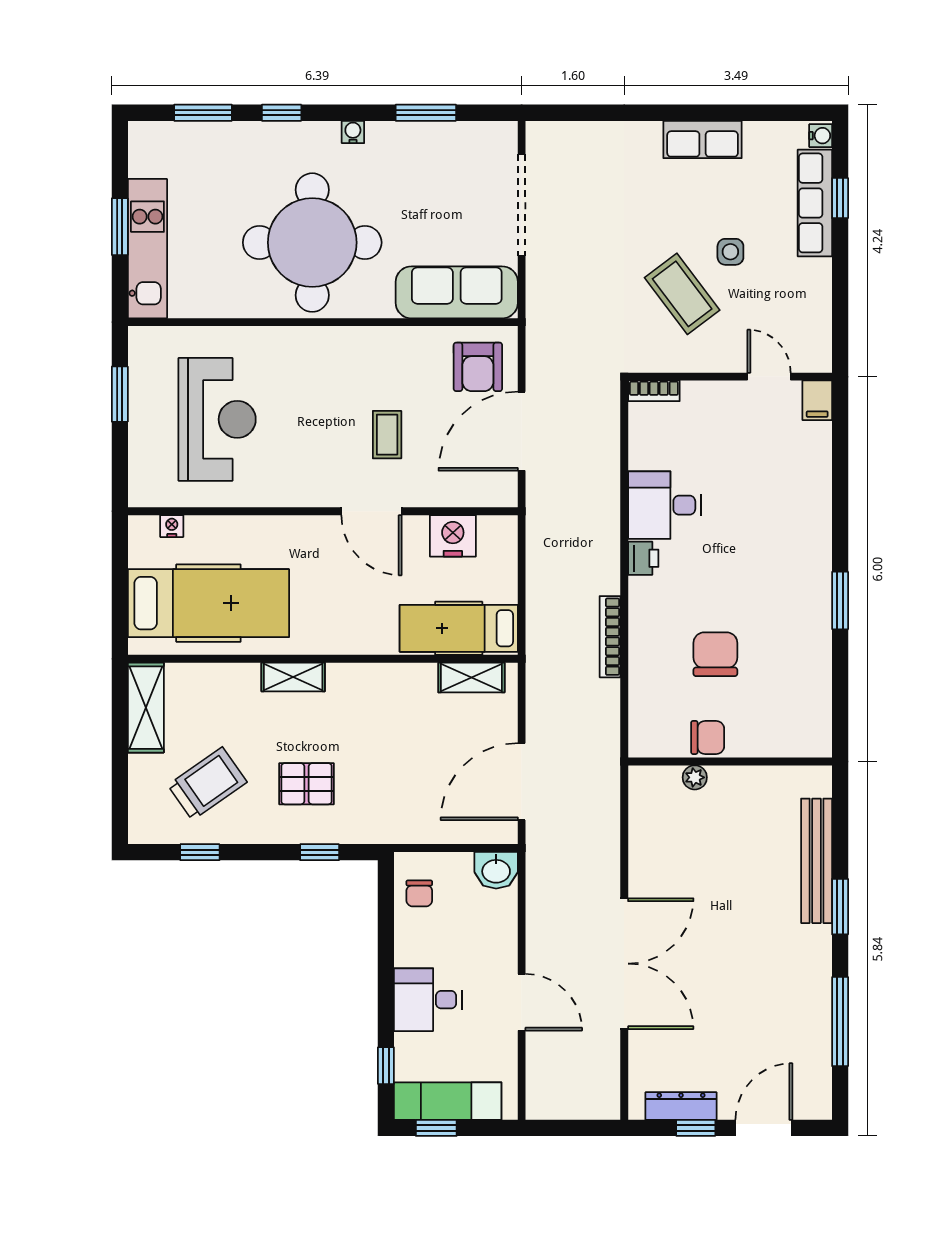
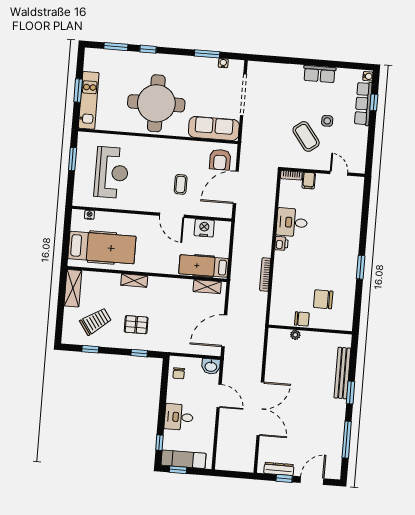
water cooler: (353, 132) -> (223, 63), moved
filing cabinet: (817, 400) -> (309, 181), moved
chair: (715, 654) -> (323, 299), moved, turned -90
door: (522, 1002) -> (219, 396), moved

